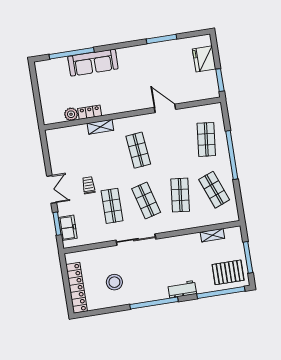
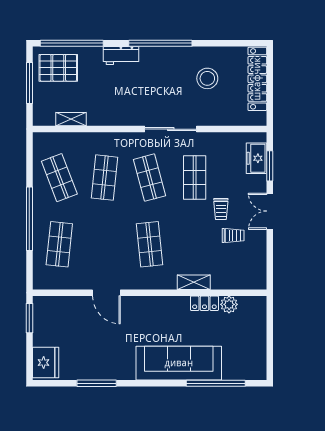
fridge: (204, 59) -> (46, 363), moved
sofa: (93, 63) -> (179, 363), width x1.36, depth x1.27
trolley: (76, 167) -> (233, 236), added

